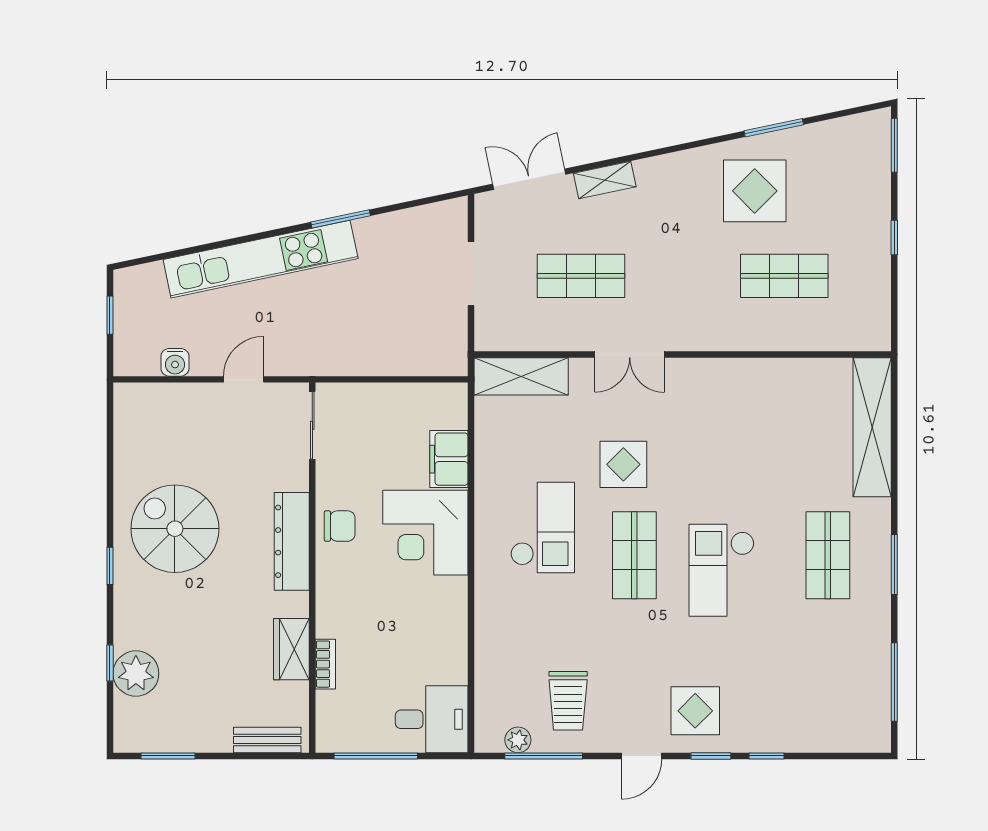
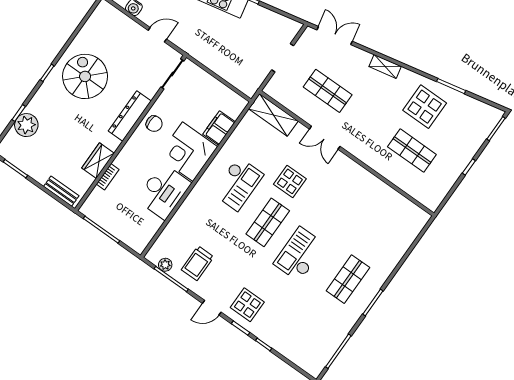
shelving: (605, 180) -> (385, 66), moved
shelving: (872, 427) -> (404, 239), removed
desk: (432, 719) -> (164, 191), moved, width x1.37

